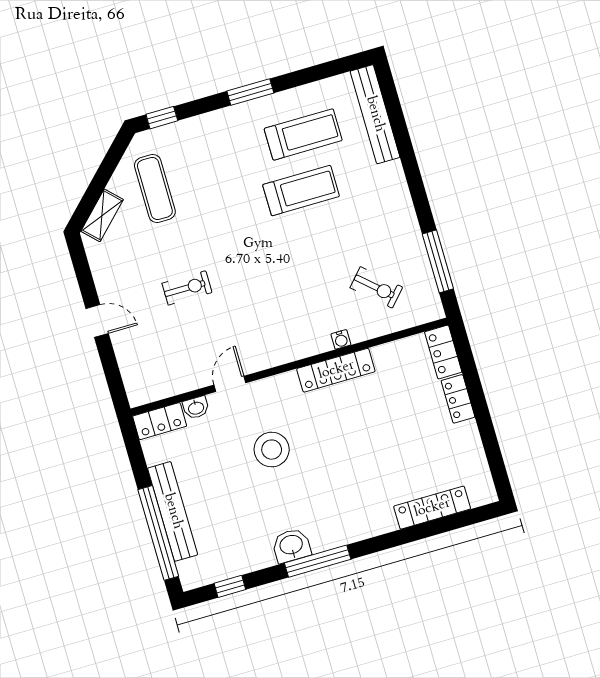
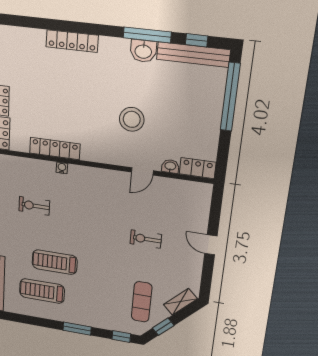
window: (250, 92) -> (77, 329), moved
window: (109, 164) -> (163, 327), added
exercise bike: (376, 287) -> (34, 206), moved, turned -42
locker: (336, 370) -> (55, 148), moved
locker: (432, 508) -> (72, 41), moved
bench: (173, 511) -> (193, 55), moved, turned 90
window: (318, 561) -> (147, 35), moved

